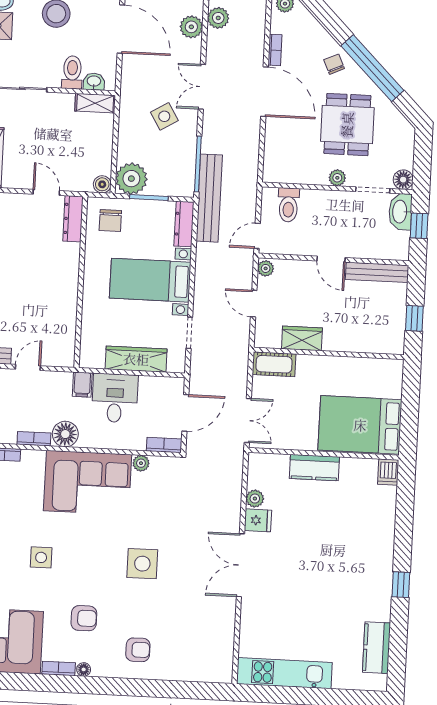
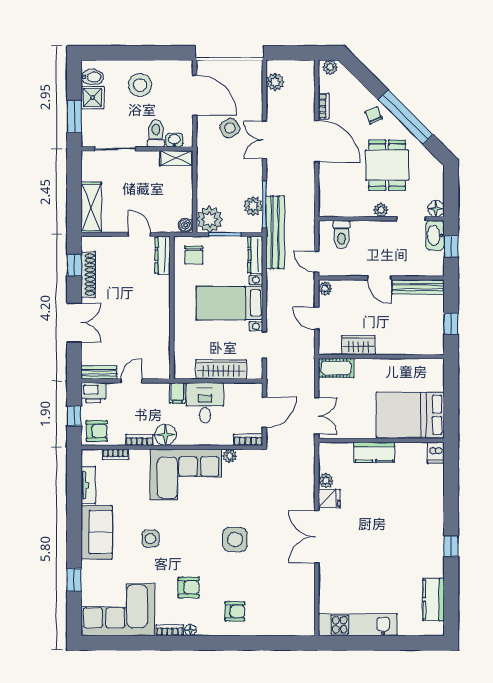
plant: (191, 27) -> (253, 206), moved
side table: (164, 116) -> (230, 128), moved
door: (257, 236) -> (317, 262), hinge flipped

